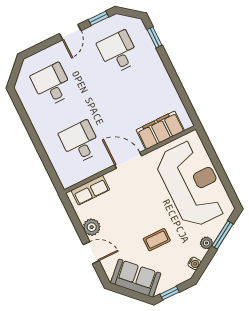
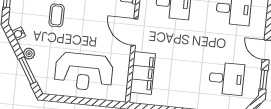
door: (128, 160) -> (135, 32), swing flipped
reception desk: (192, 184) -> (84, 72), width x0.74, depth x0.77

